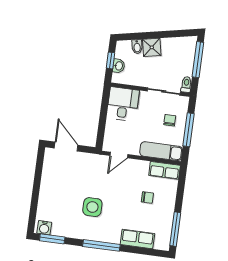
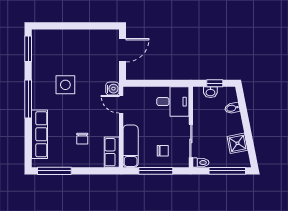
shower: (152, 47) -> (237, 143), moved
water cooler: (44, 228) -> (112, 89), moved, turned 180
row of seats: (137, 239) -> (39, 134), width x1.48

